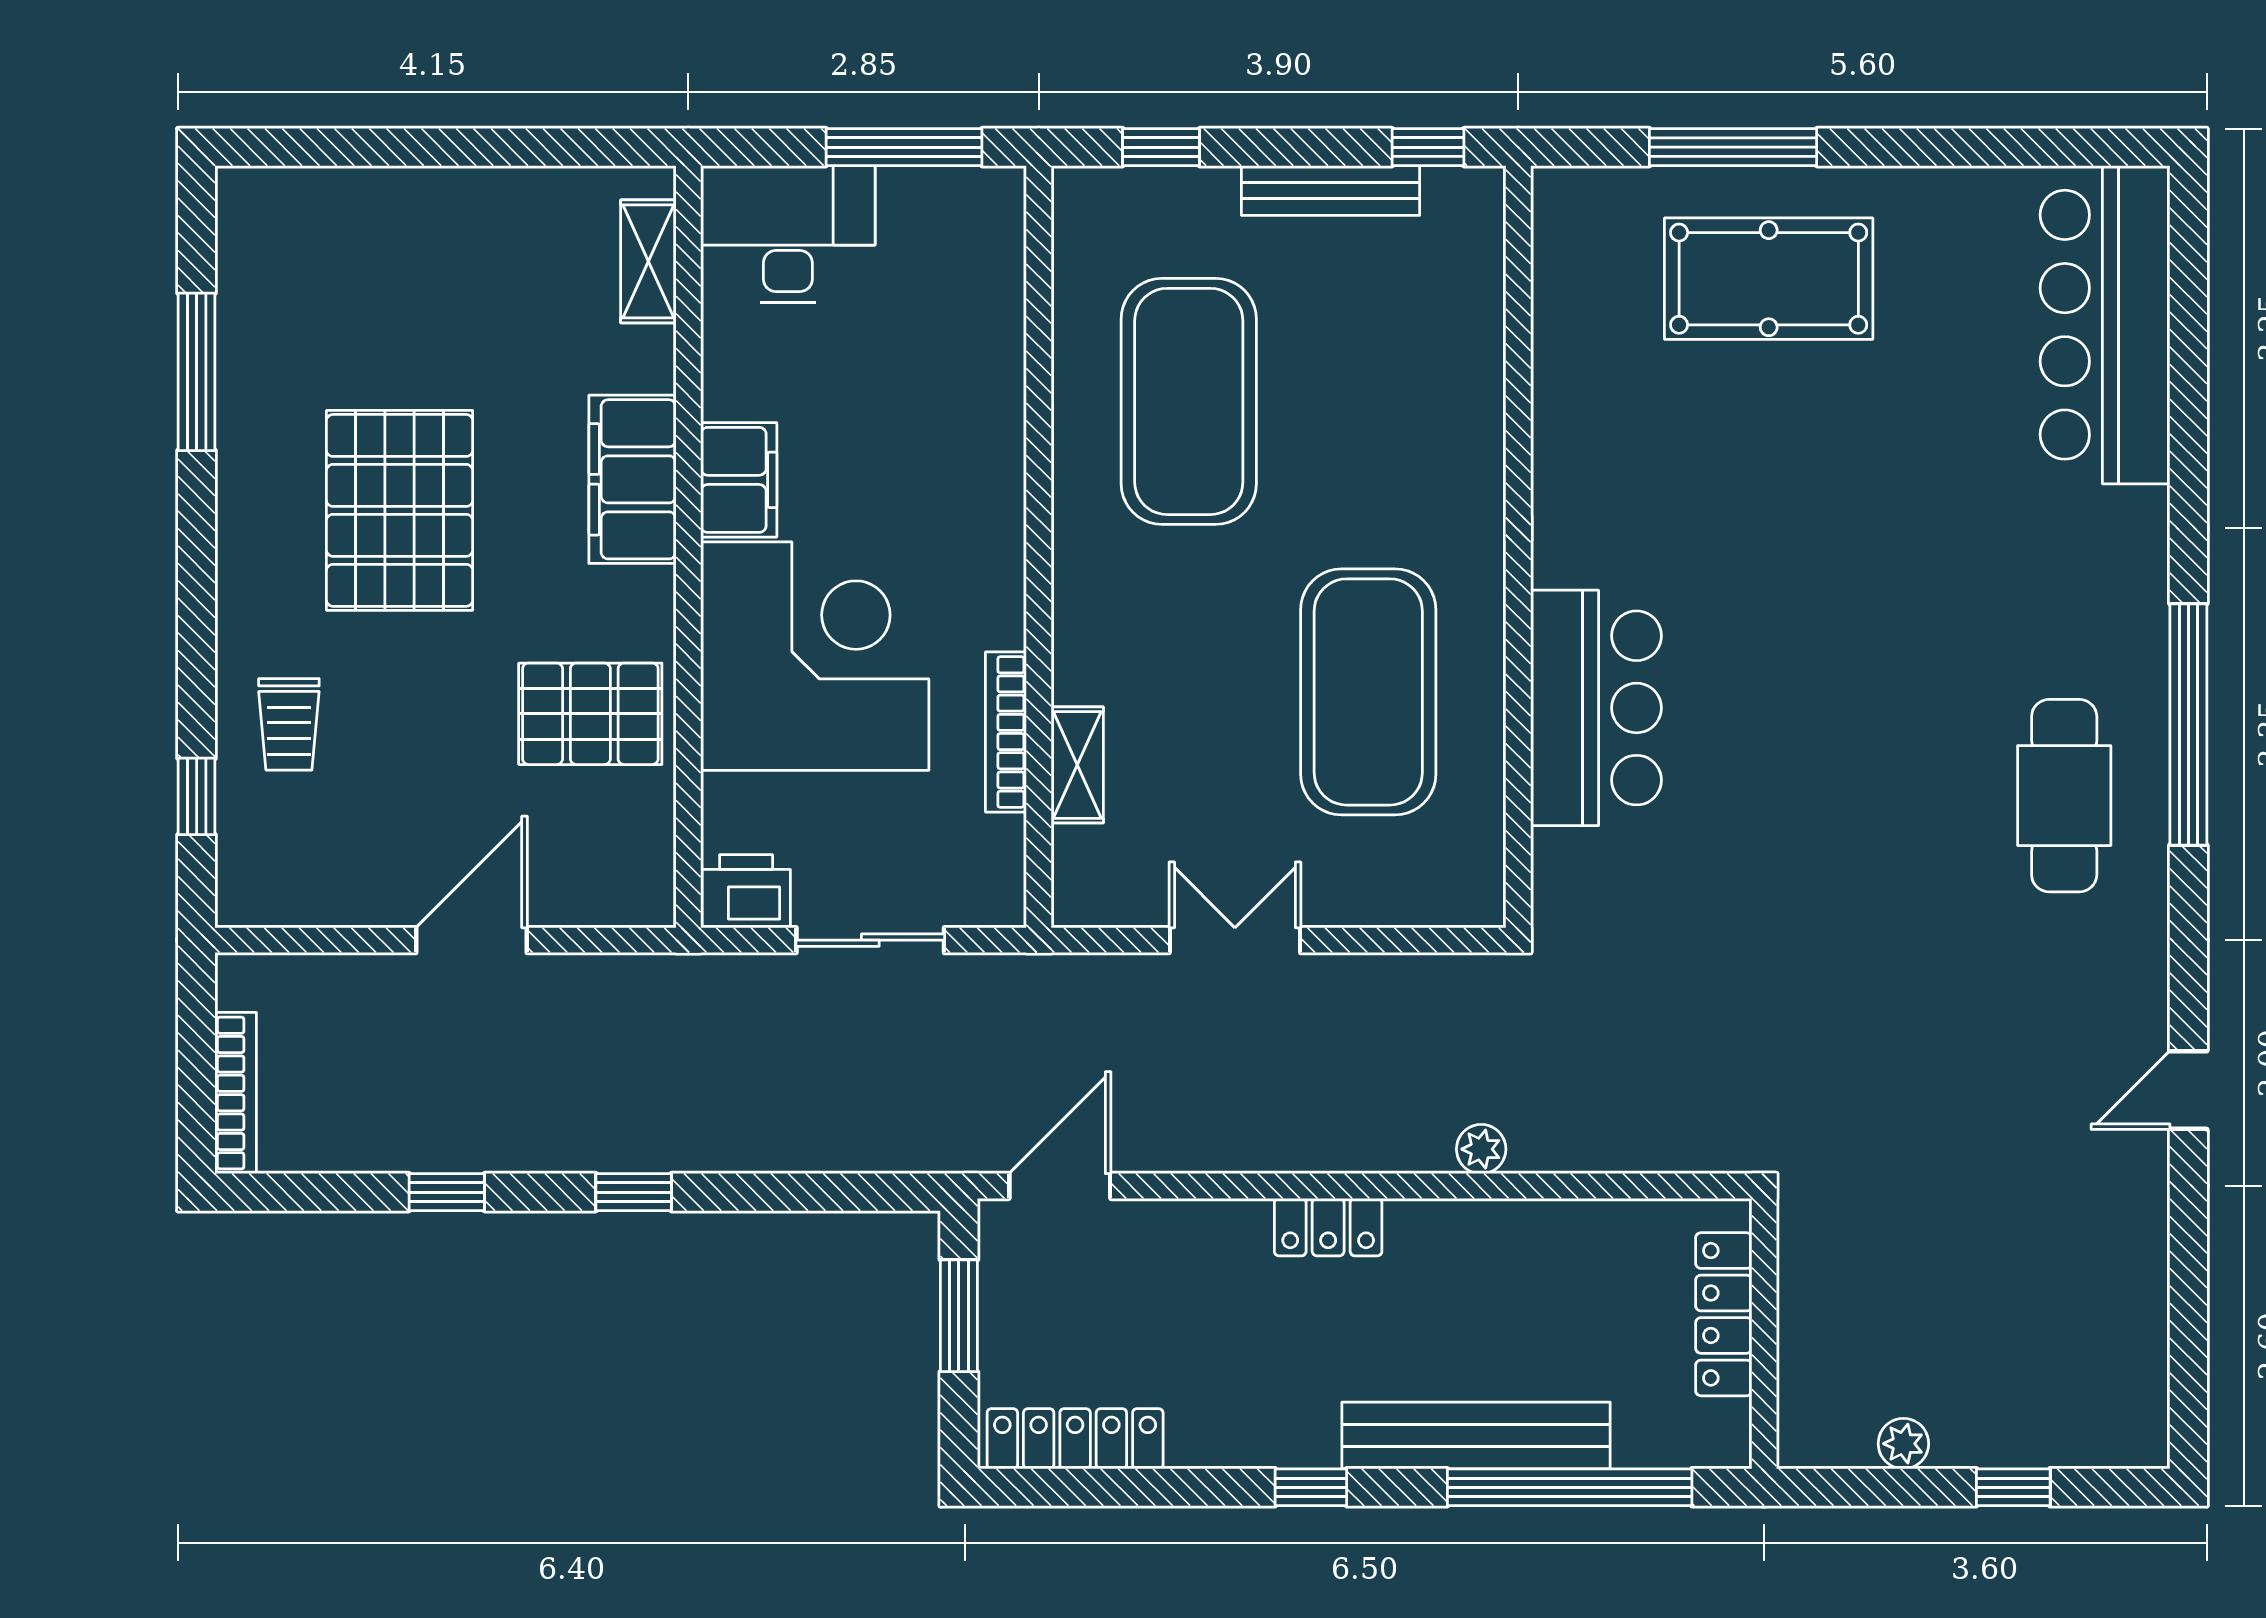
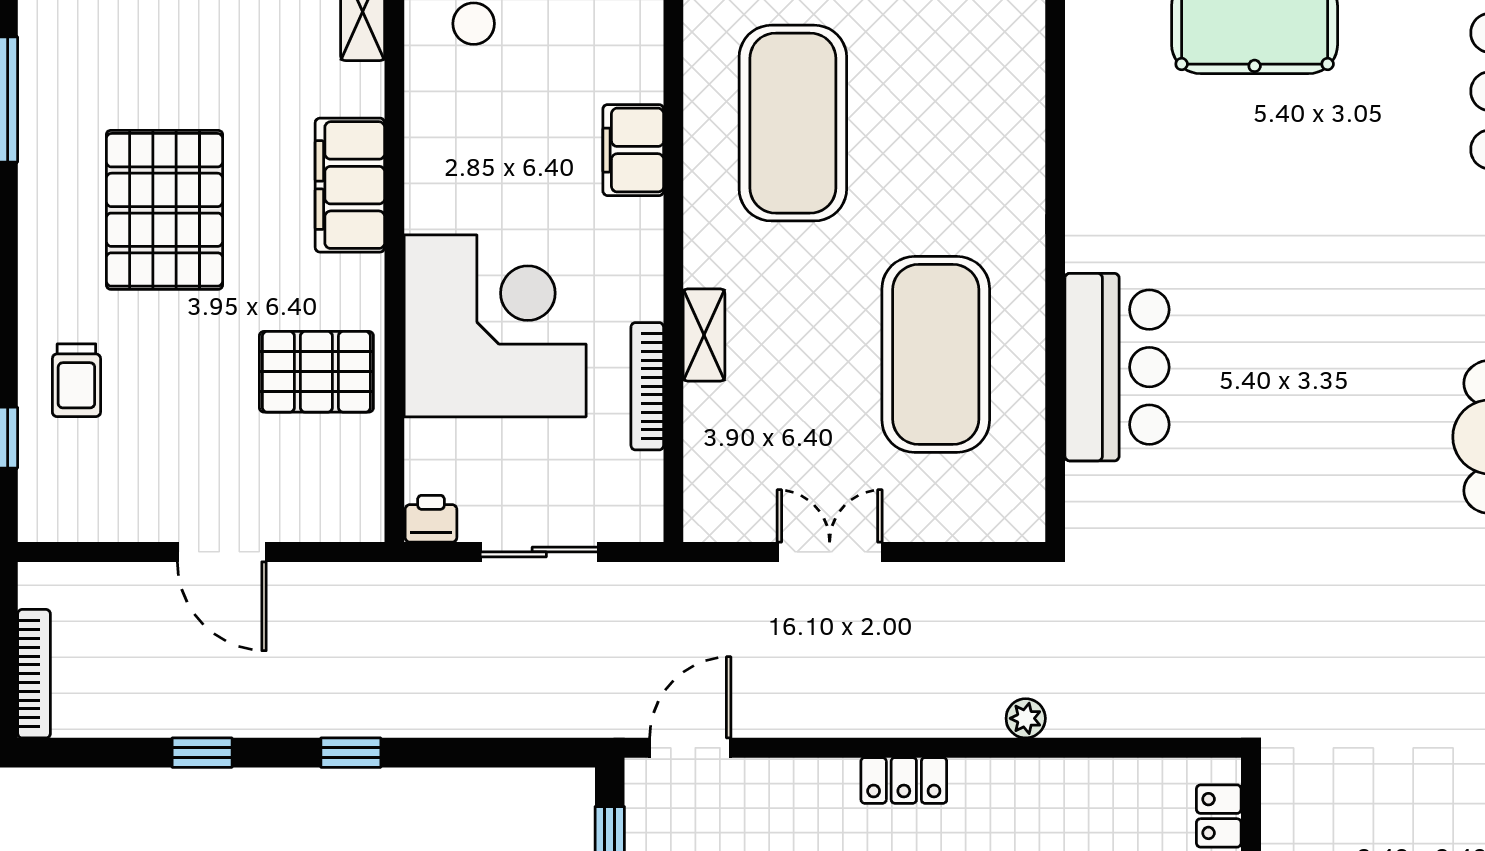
filing cabinet: (739, 480) -> (633, 150), moved, turned 180
shelving: (1077, 765) -> (704, 335), moved
printer: (746, 891) -> (431, 519), width x0.73, depth x0.81
door: (471, 940) -> (222, 552), swing flipped

